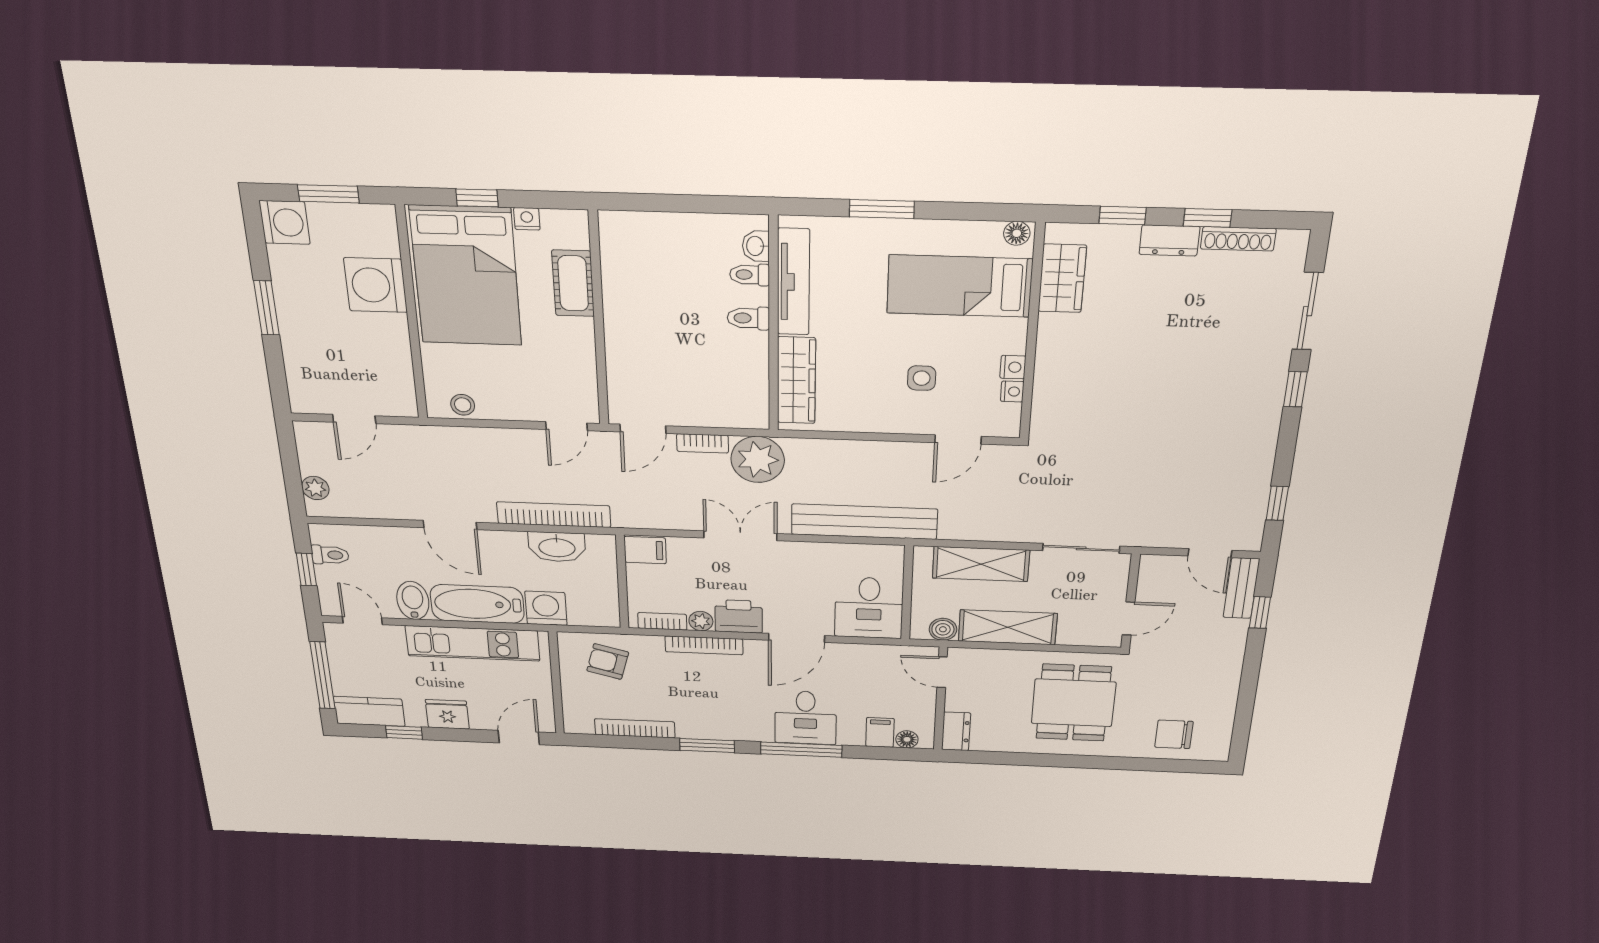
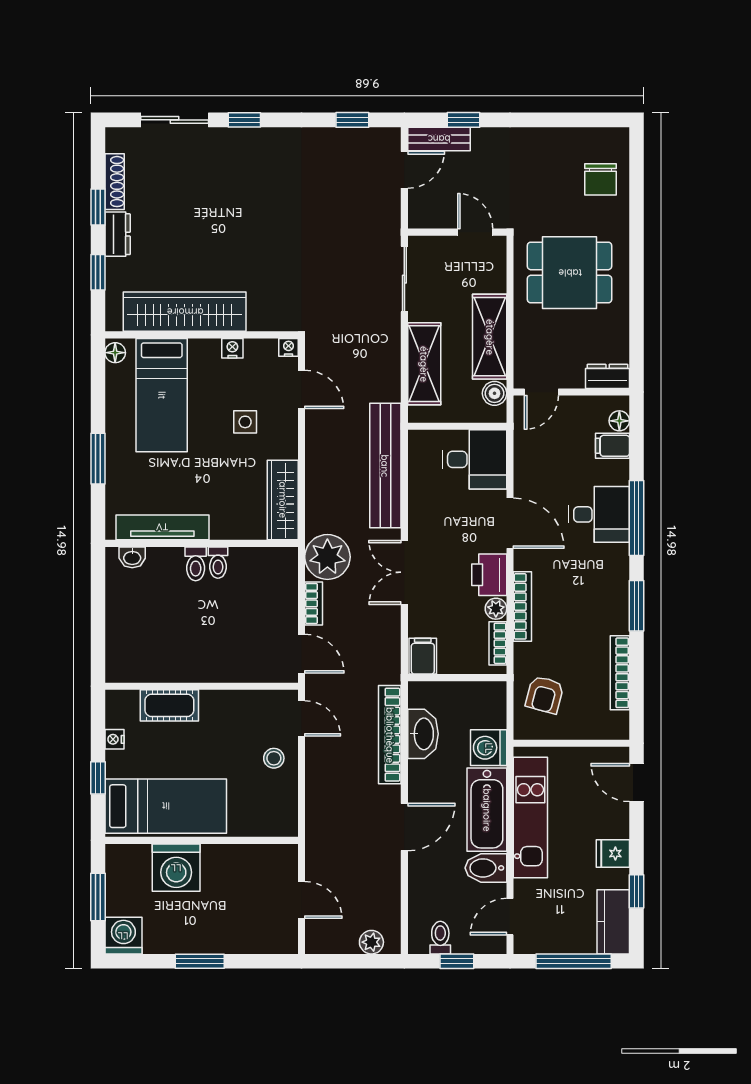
toilet: (750, 275) -> (218, 563), moved
bed: (466, 276) -> (166, 806), width x0.67
wardrobe: (1062, 278) -> (185, 312), width x2.10, depth x1.17
wardrobe: (796, 380) -> (283, 500), moved, turned -90
nightstand: (1012, 391) -> (289, 347), moved
stool: (463, 405) -> (274, 758), moved
fridge: (447, 714) -> (613, 853), width x0.72

